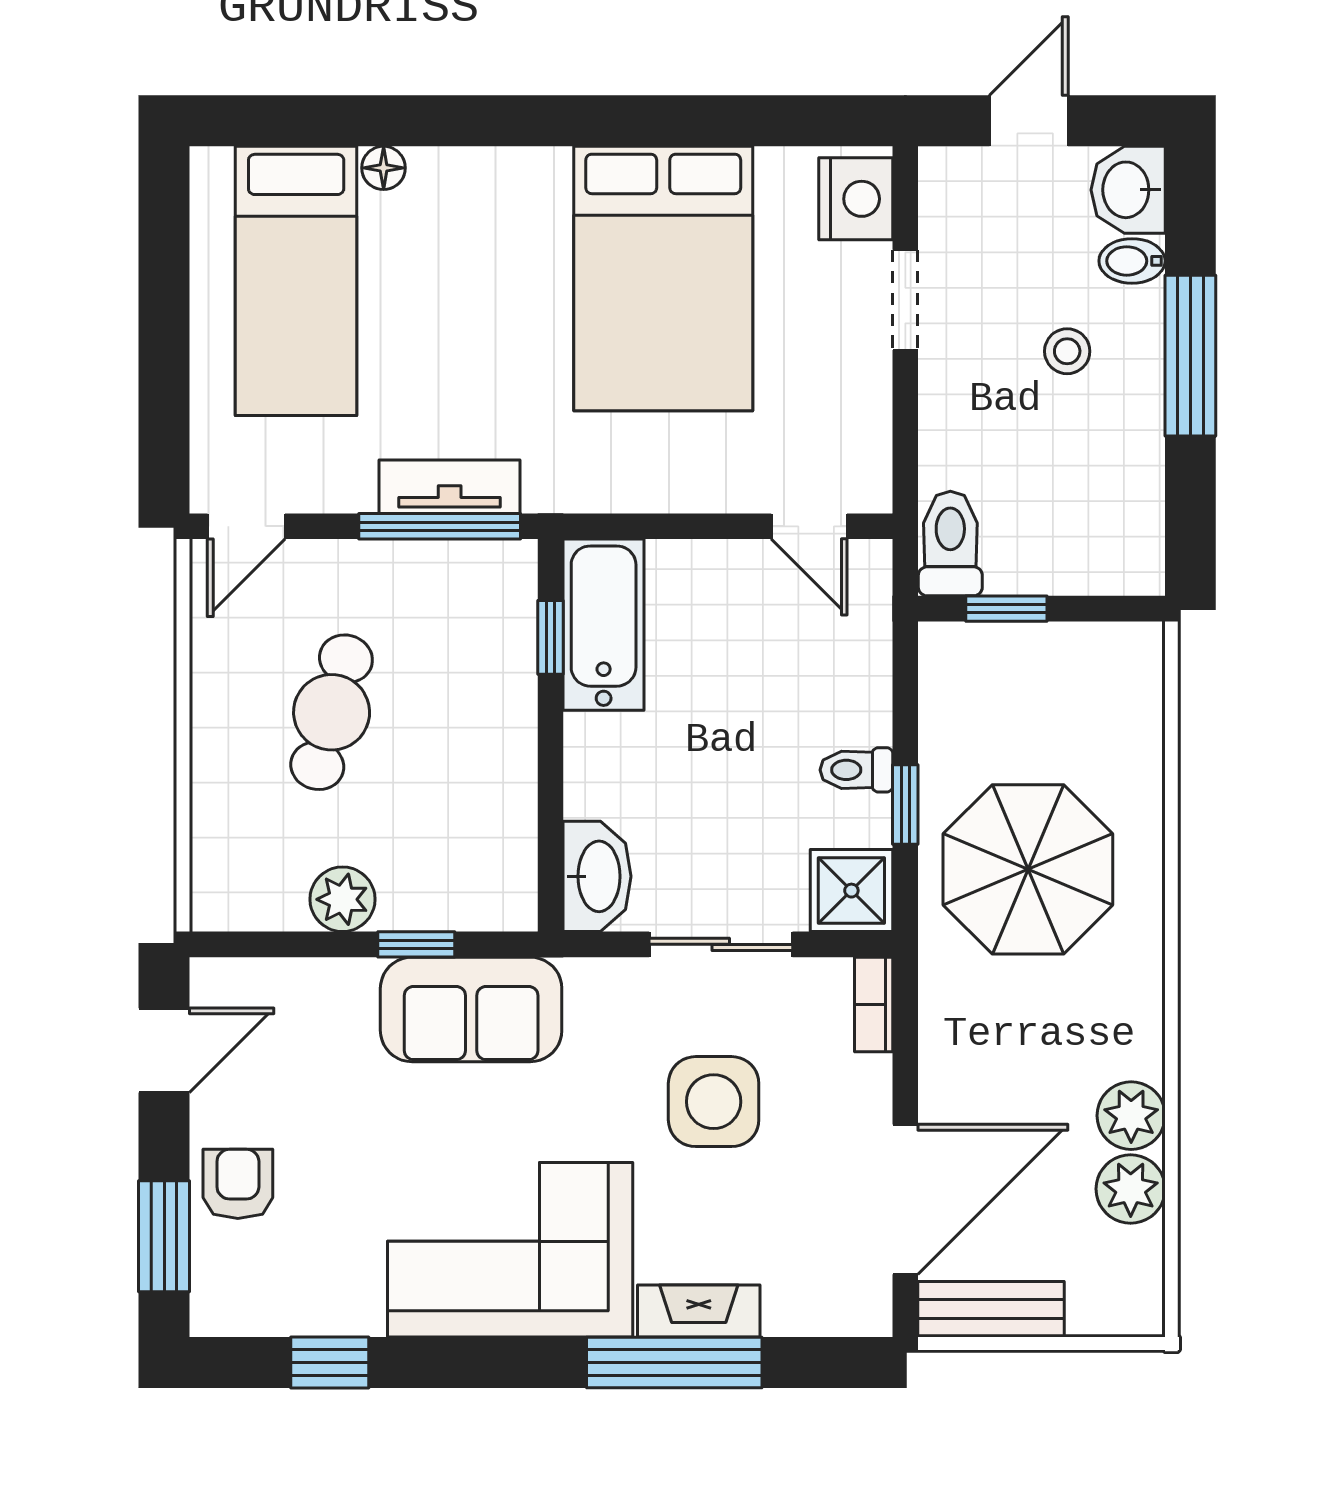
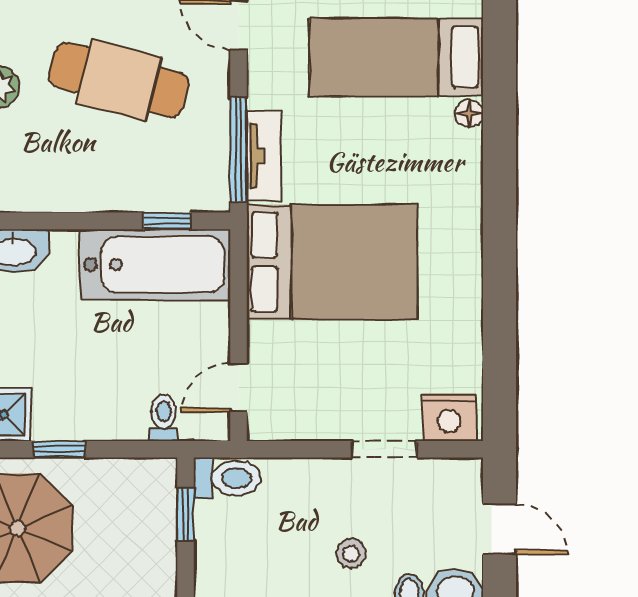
bed: (663, 279) -> (332, 262), moved, turned 180
bathtub: (604, 625) -> (155, 264), width x1.36, depth x1.36
cafe table: (332, 712) -> (119, 80), width x1.37, depth x1.35
toilet: (856, 770) -> (164, 418), moved

